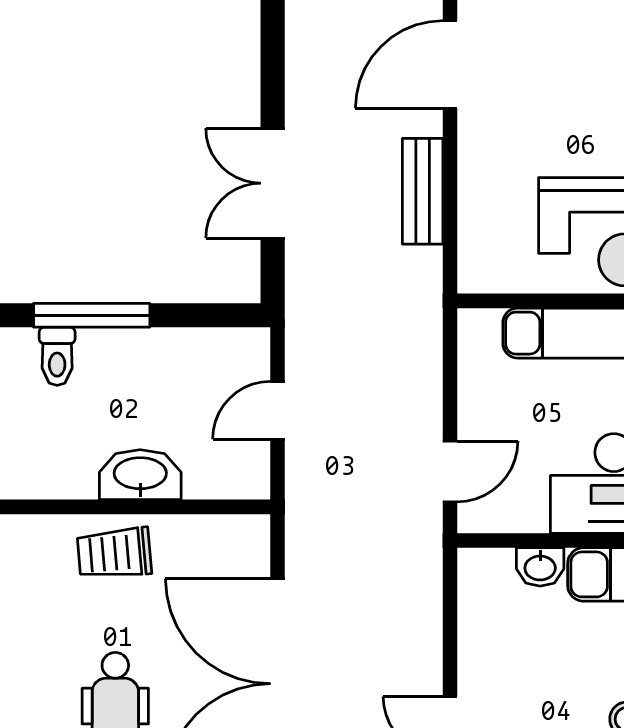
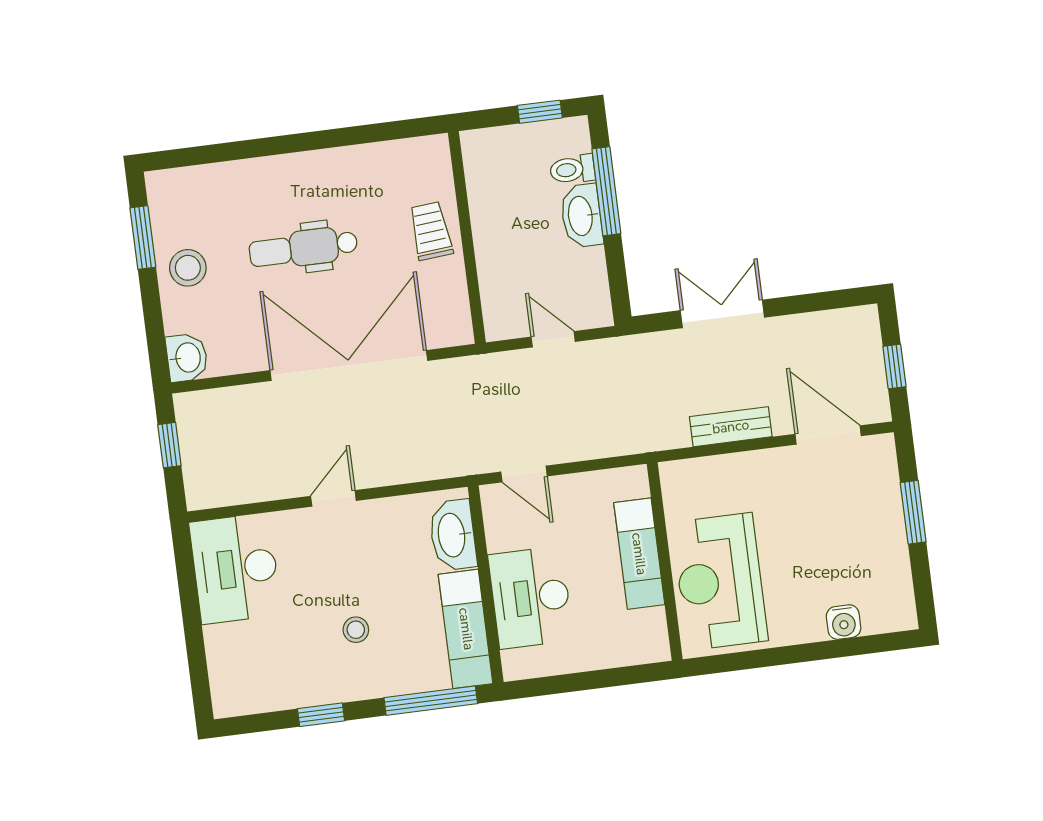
washbasin: (140, 475) -> (581, 216), moved, turned 180
washbasin: (540, 567) -> (453, 535), width x1.91, depth x1.45

